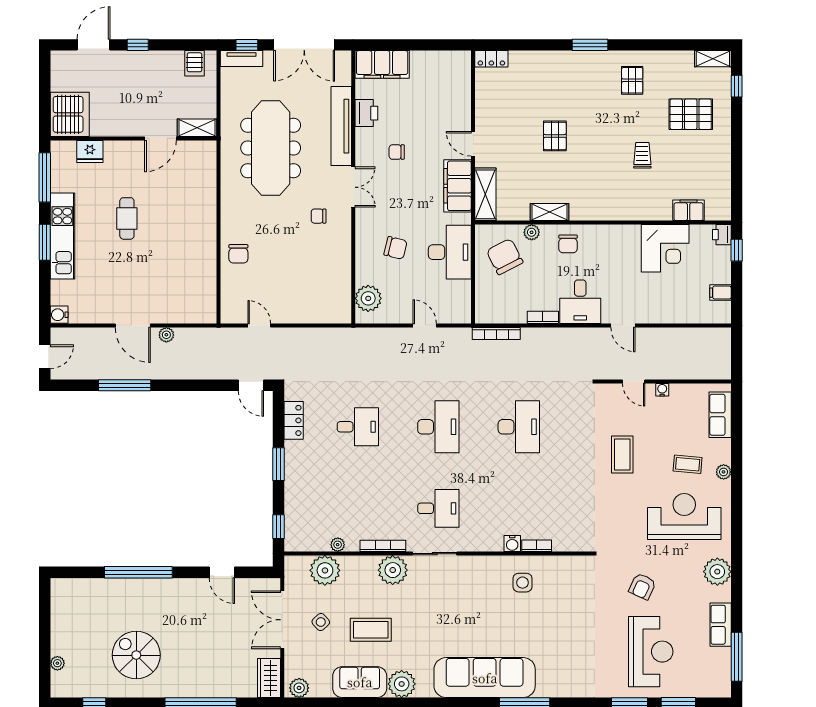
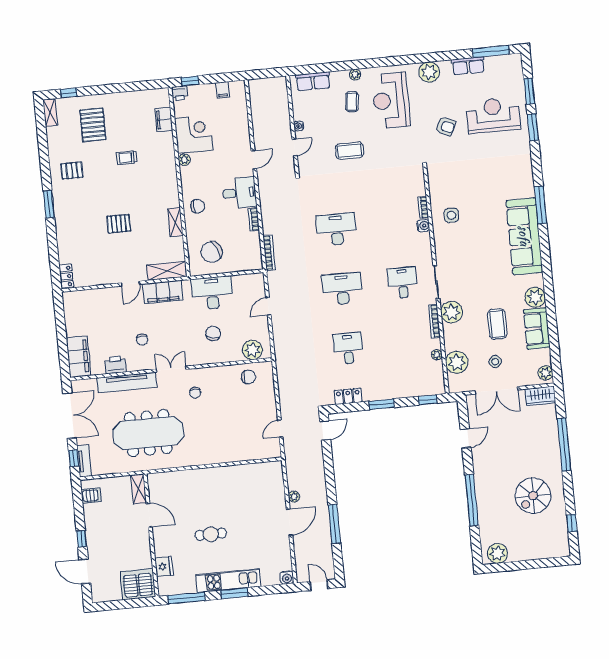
plant: (532, 232) -> (184, 160), moved
chair: (238, 254) -> (248, 377), moved
plant: (57, 663) -> (498, 553), moved, width x1.88, depth x1.88

